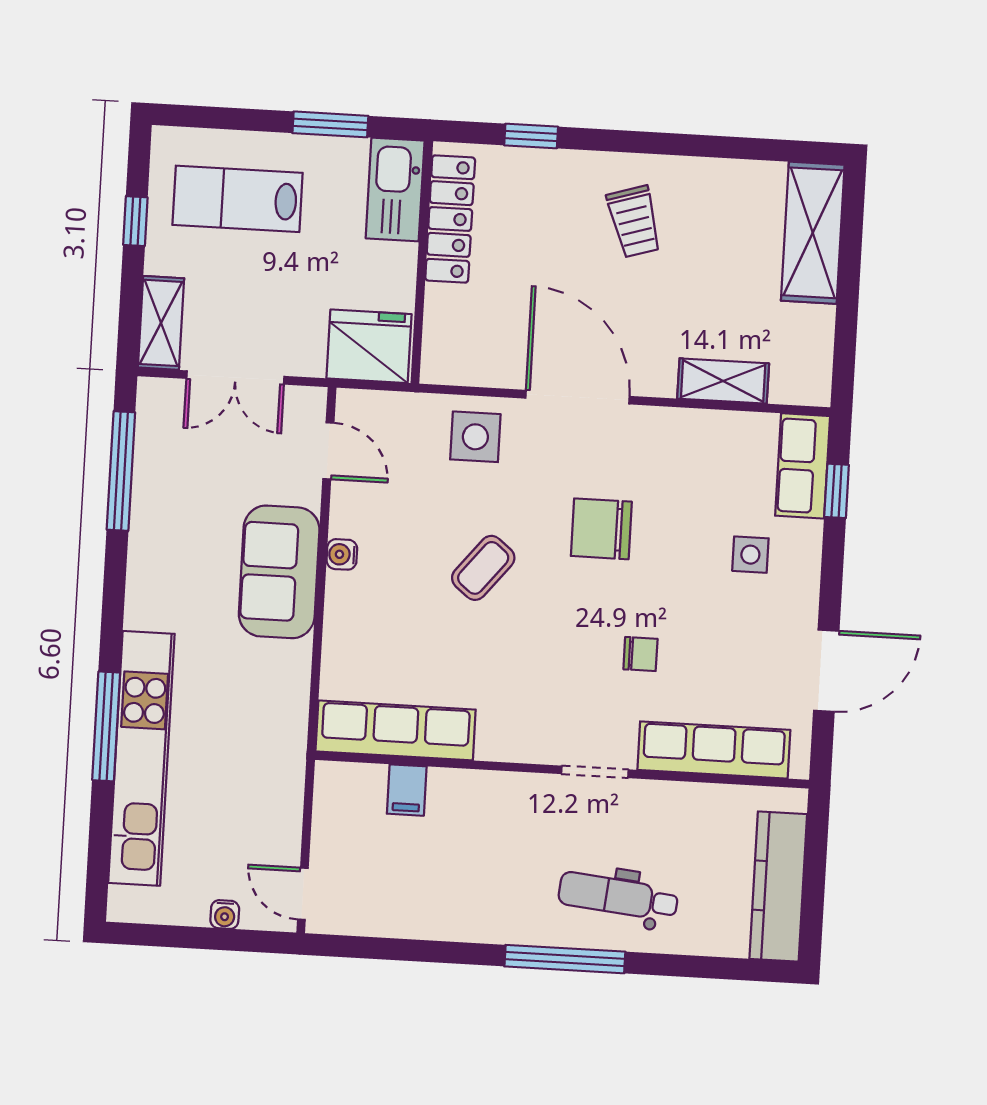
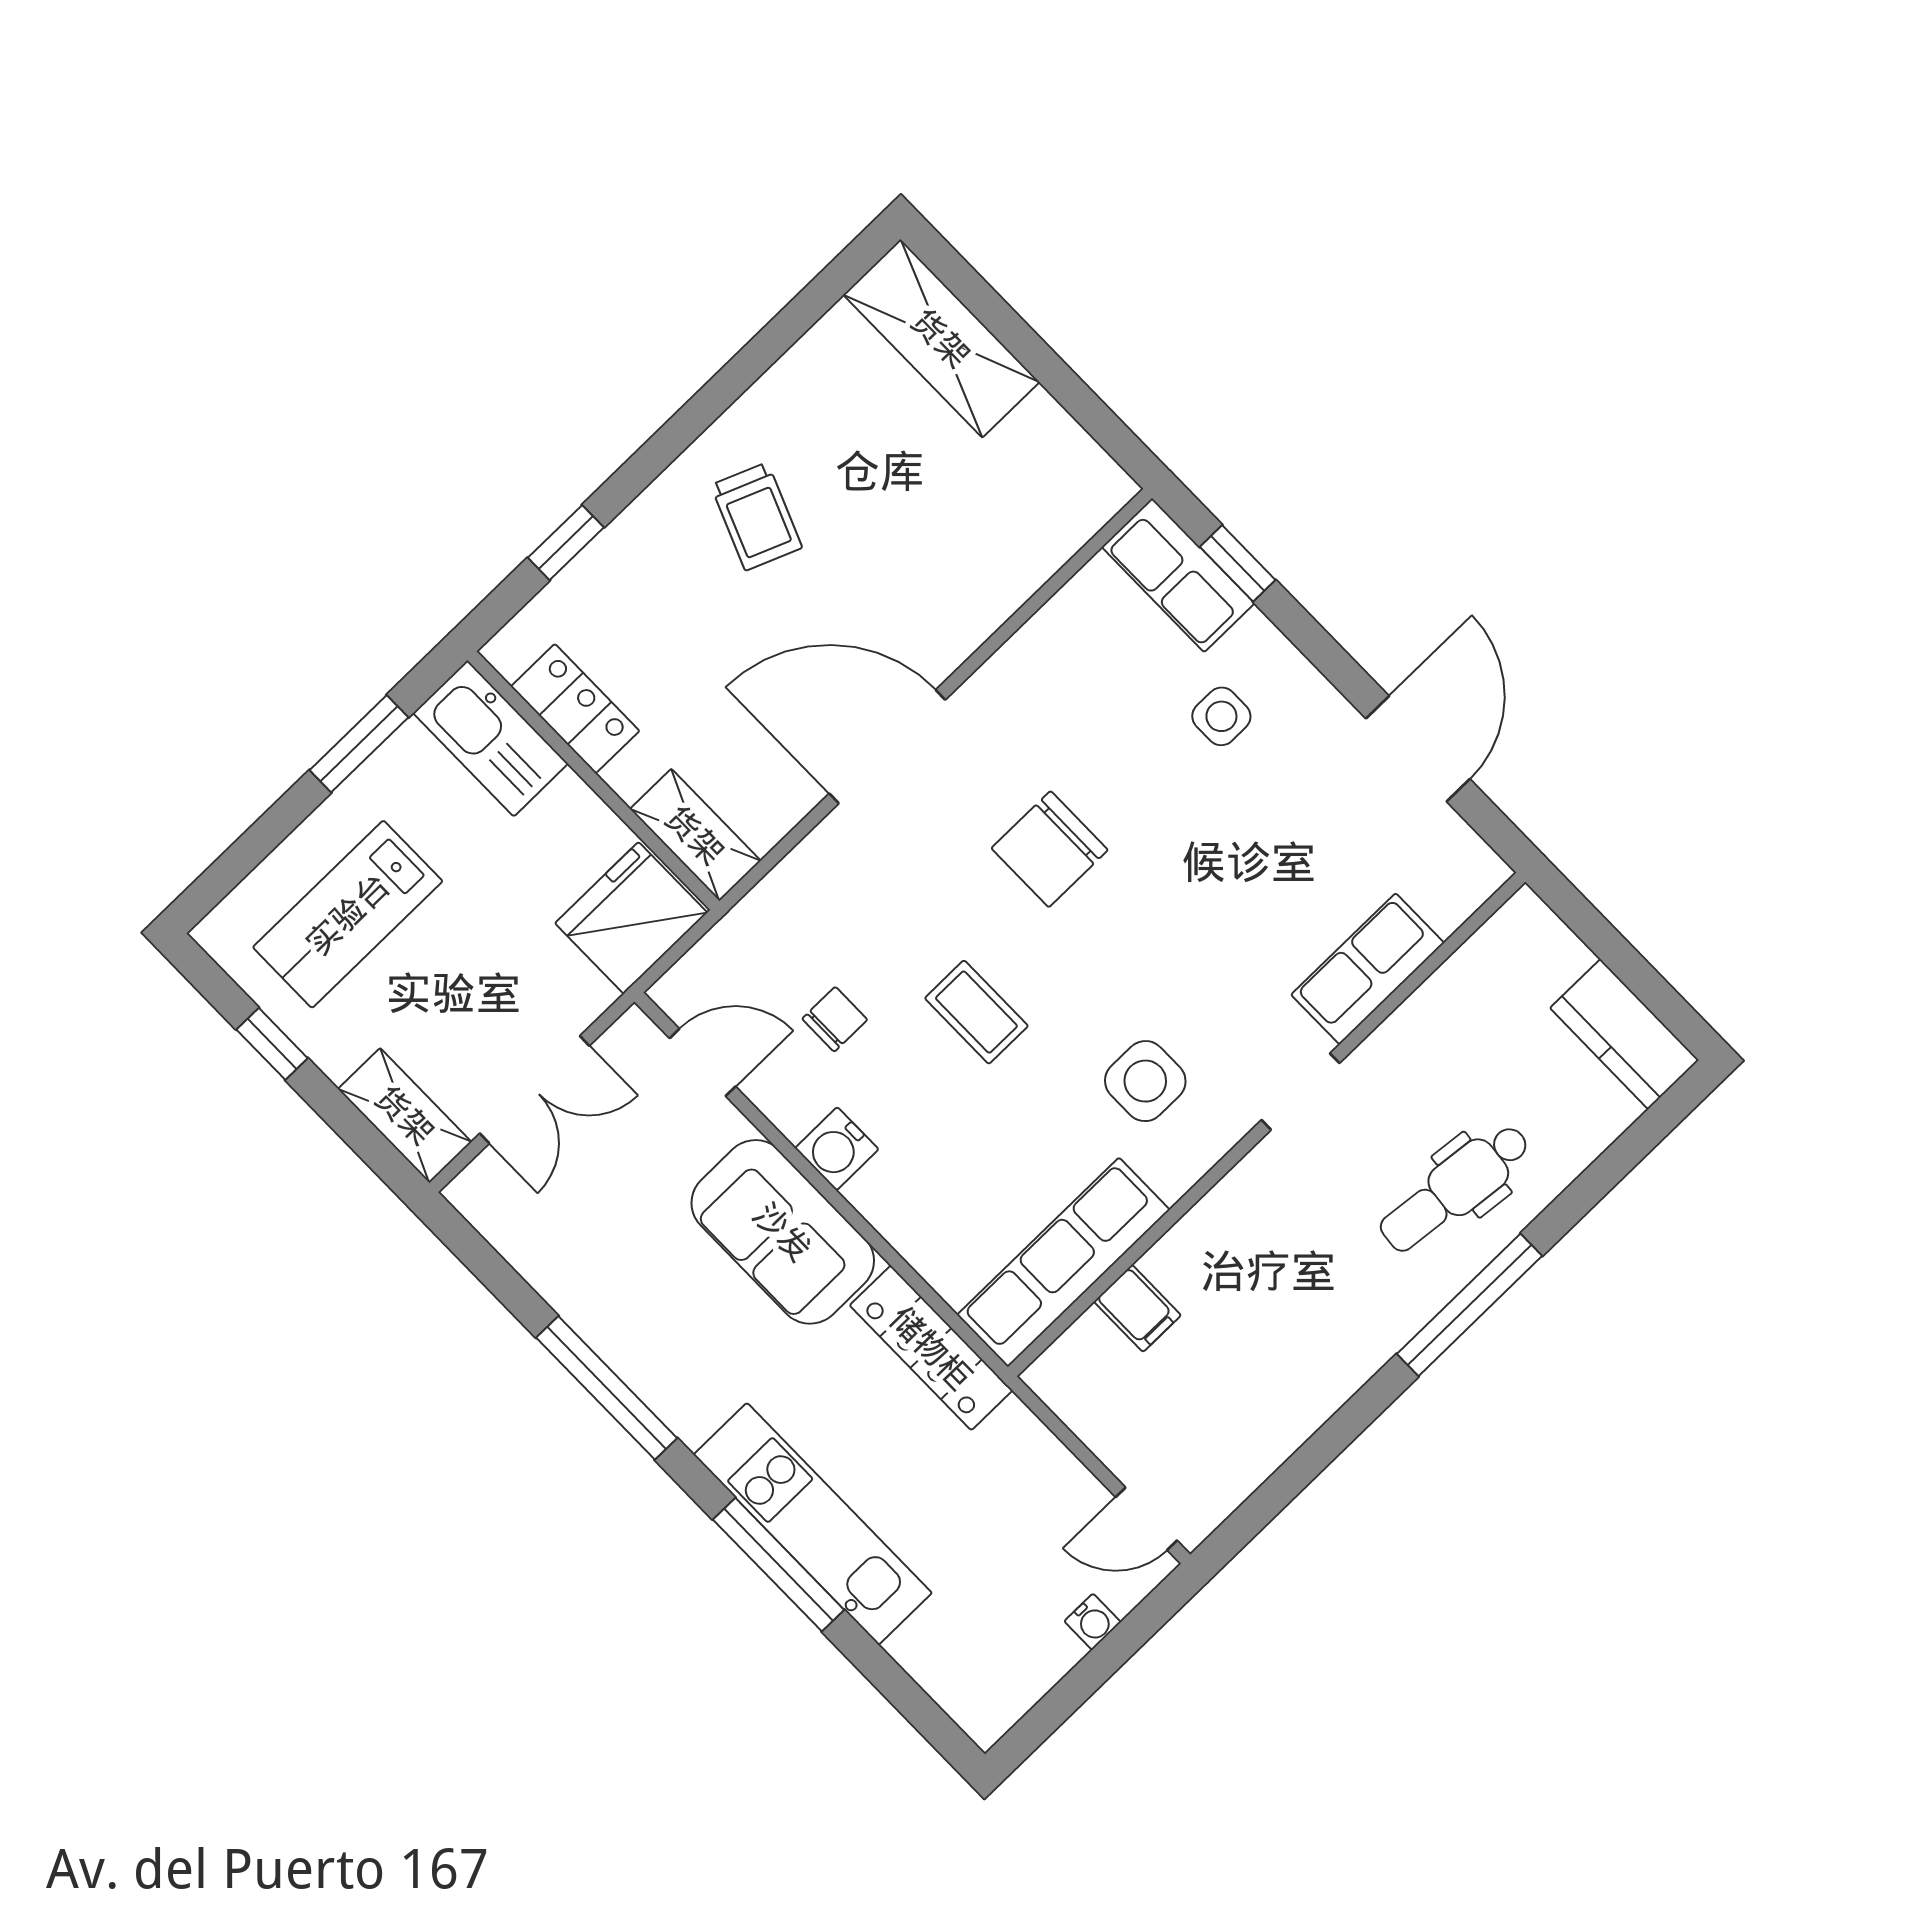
locker: (450, 219) -> (575, 709), width x0.66
trolley: (634, 222) -> (756, 516), turned 39
shelving: (723, 381) -> (695, 835), moved, turned 90
side table: (475, 437) -> (1145, 1081), moved
window: (121, 471) -> (607, 1388), moved
water cooler: (342, 554) -> (837, 1149), width x1.38, depth x1.38
coffee table: (483, 568) -> (976, 1012), turned -39
chair: (640, 654) -> (835, 1019), moved
locker: (289, 703) -> (931, 1348), added
row of seats: (714, 750) -> (1368, 969), width x0.68
kitchen unit: (141, 758) -> (813, 1524), width x0.73
kitchen counter: (778, 886) -> (1624, 1034), width x0.67

